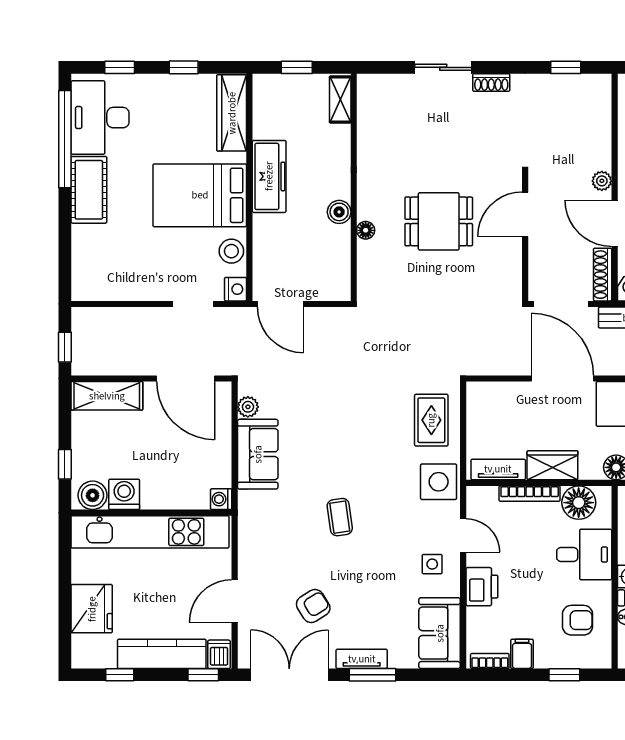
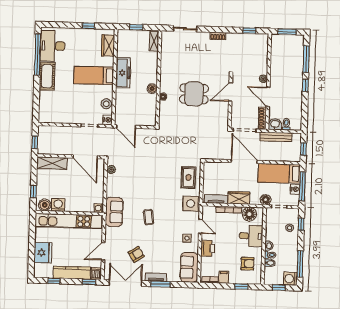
window: (120, 67) -> (61, 25), removed
sliding door: (443, 67) -> (185, 29), moved
wardrobe: (232, 113) -> (108, 46), width x0.67
bed: (200, 195) -> (94, 75), width x0.67
sofa: (258, 454) -> (114, 212), moved

